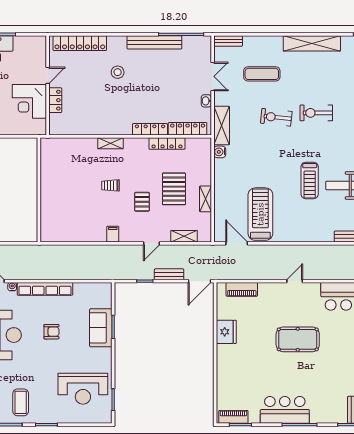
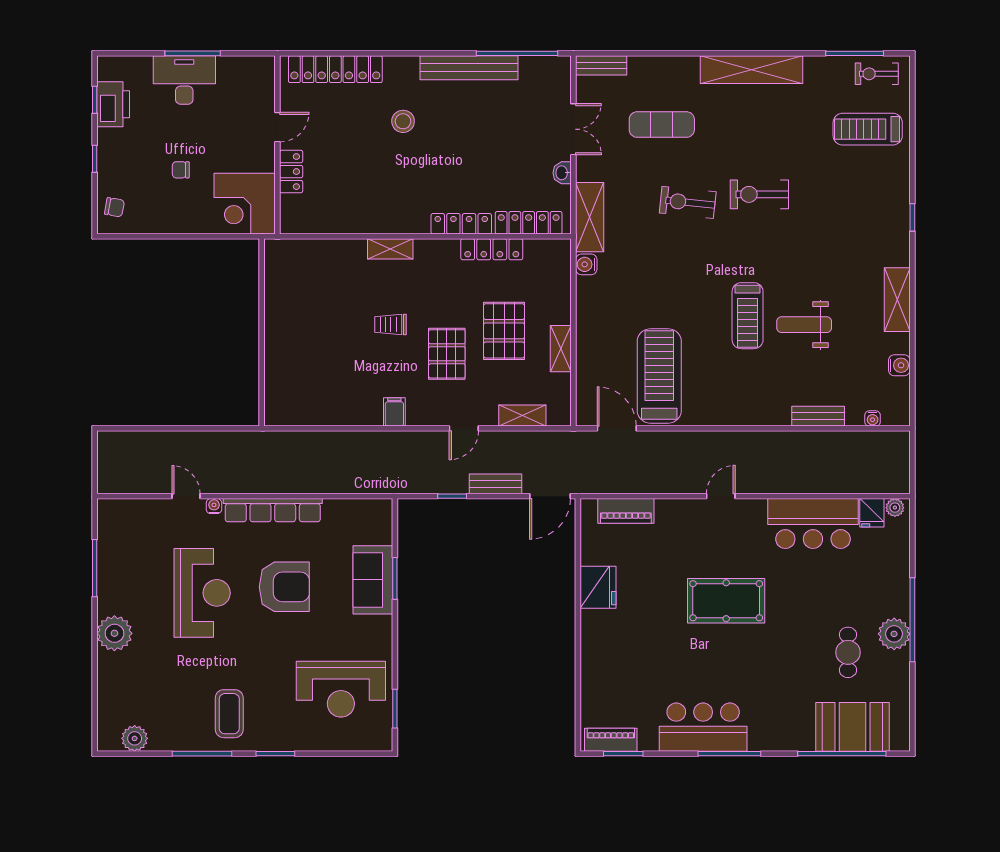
corner desk: (29, 101) -> (245, 204), moved
pallet: (142, 202) -> (447, 354), width x1.50, depth x1.42
armchair: (51, 332) -> (284, 587), width x1.88, depth x1.88

